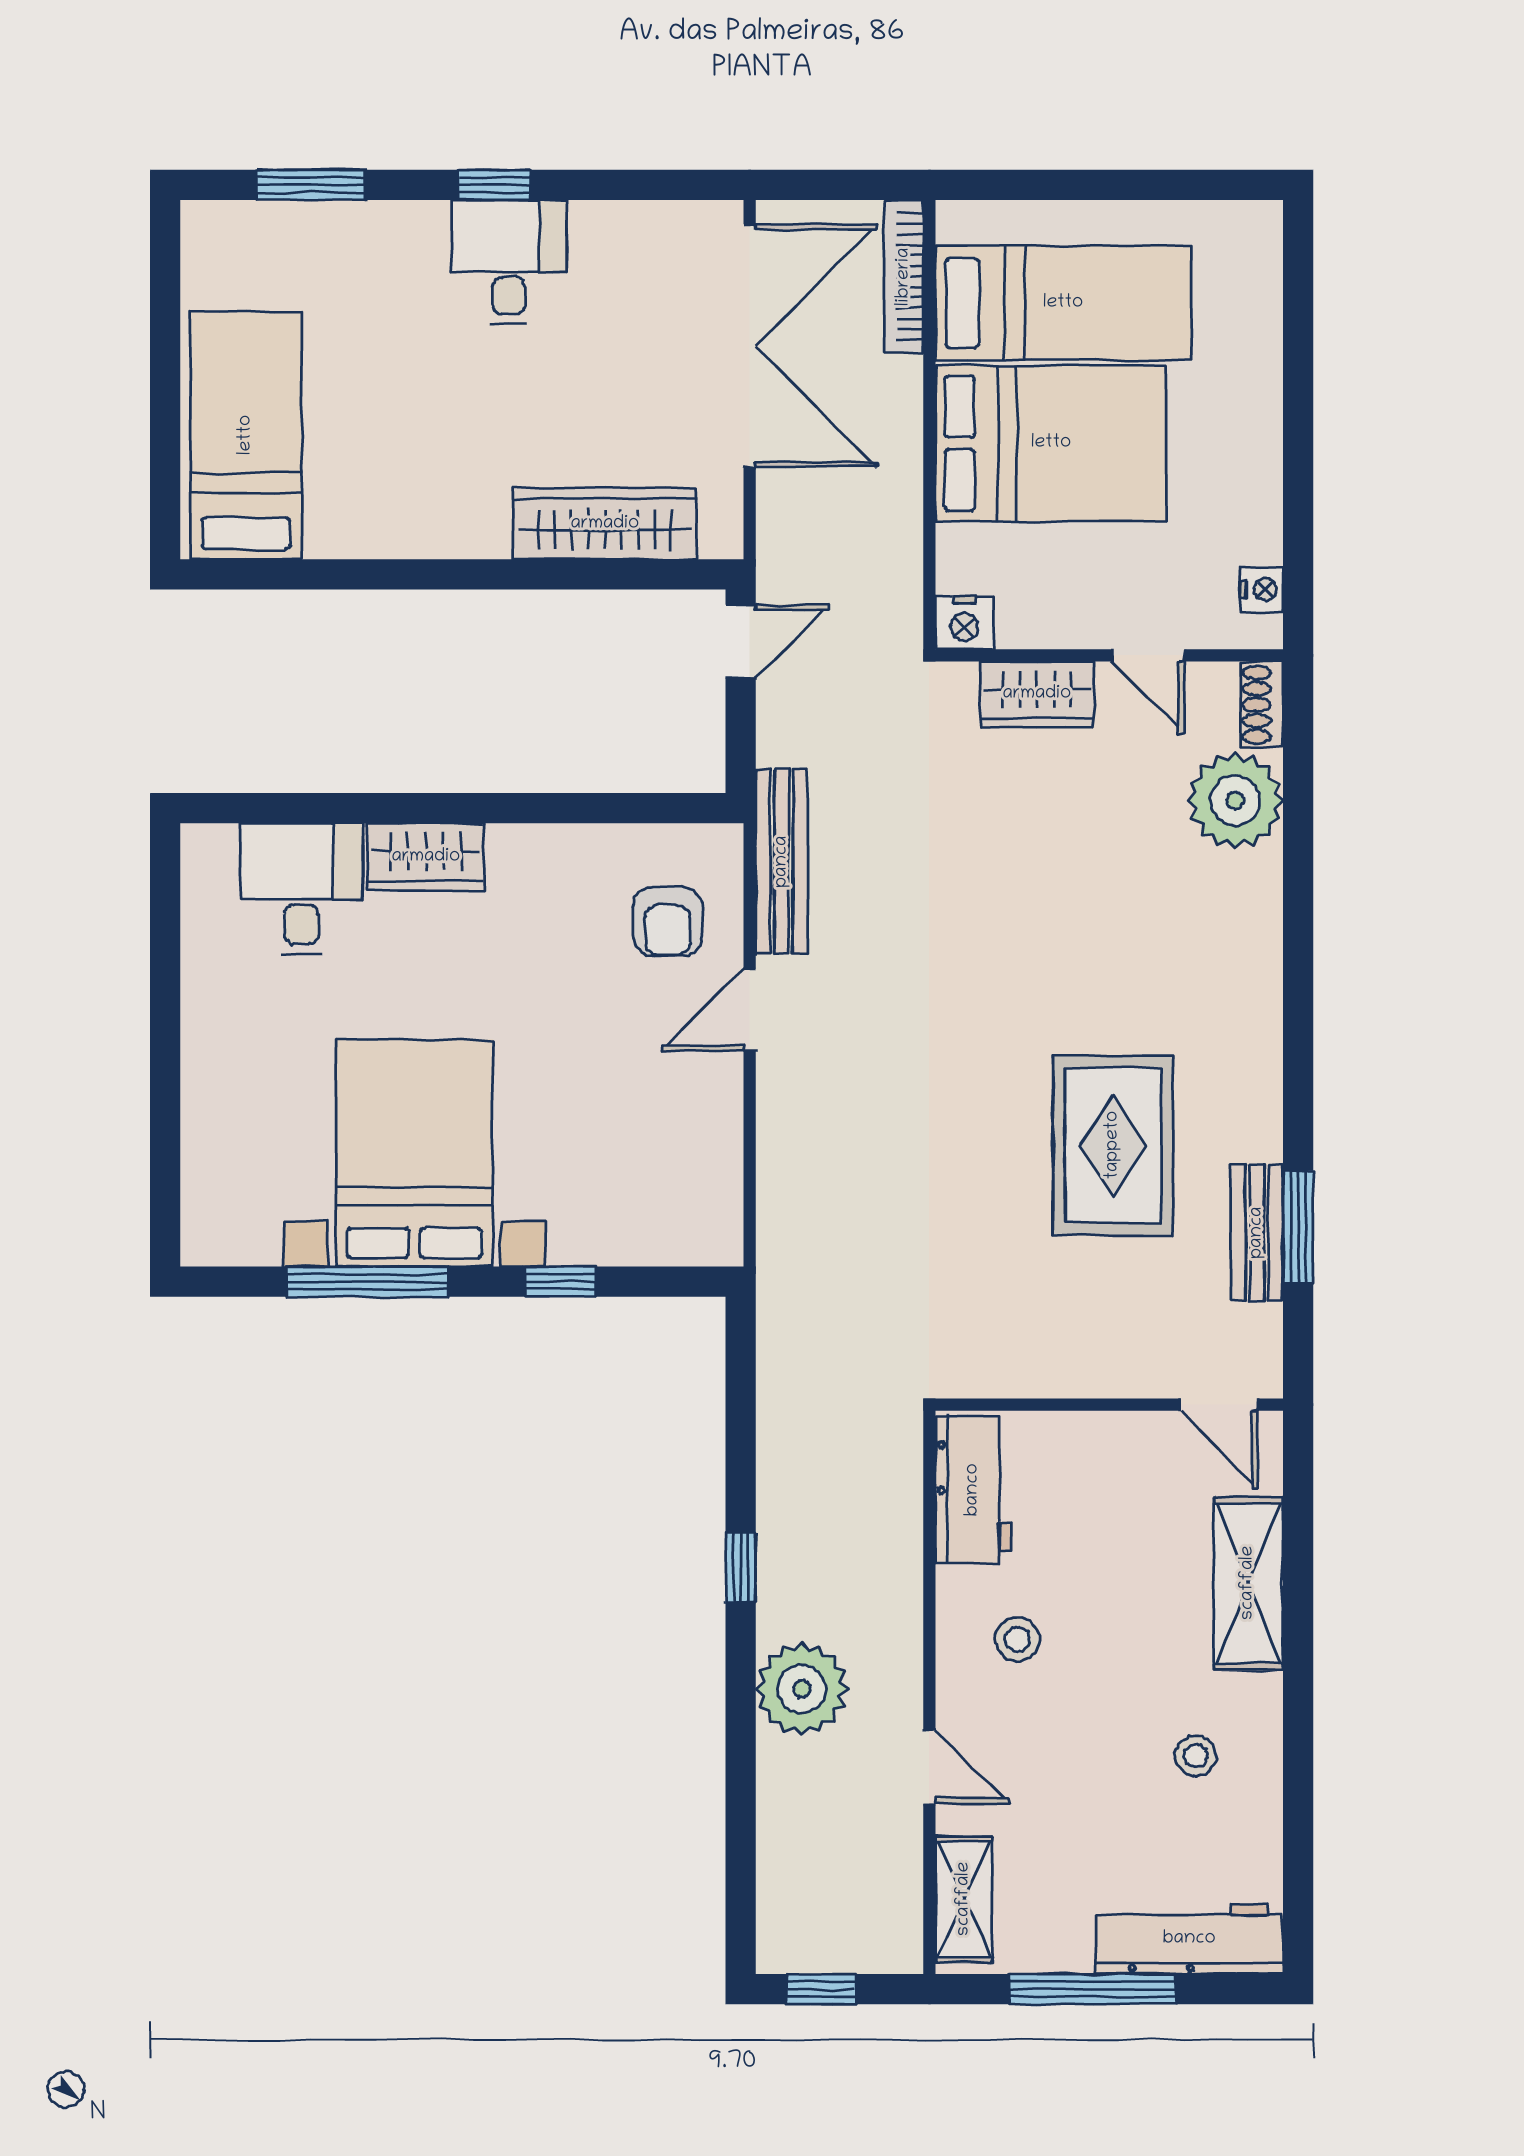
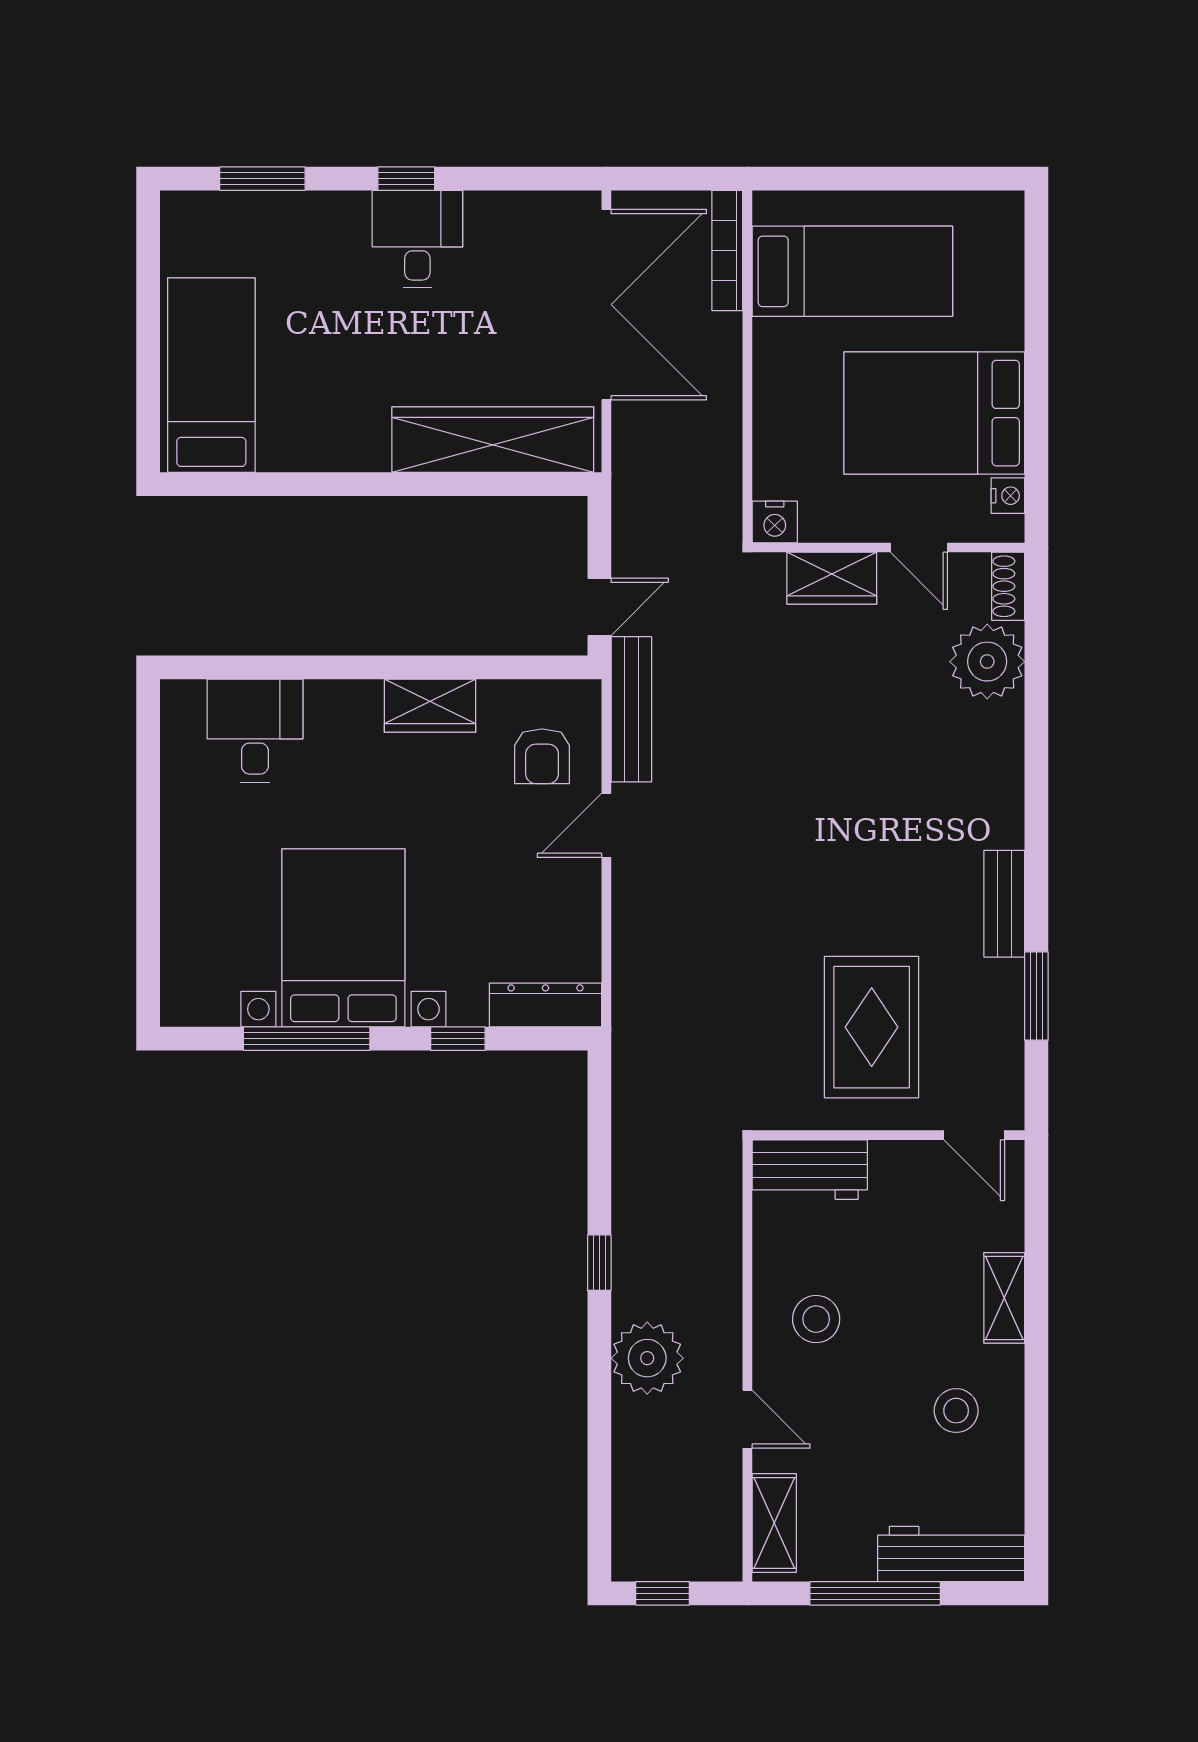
bed: (1051, 443) -> (934, 413), moved, turned 180
wardrobe: (605, 524) -> (493, 440), width x1.40, depth x1.17
door: (741, 641) -> (599, 607), moved
wardrobe: (426, 857) -> (430, 706), moved
rug: (1113, 1145) -> (872, 1027), moved
bench: (1257, 1233) -> (1004, 904), moved
dresser: (672, 1239) -> (545, 1005), added
workbench: (973, 1490) -> (810, 1170), moved, turned 90
shelving: (1248, 1583) -> (1004, 1298), width x0.67, depth x0.75
stool: (1017, 1639) -> (816, 1319), width x1.37, depth x1.37
stool: (1196, 1756) -> (956, 1411), width x1.37, depth x1.37

